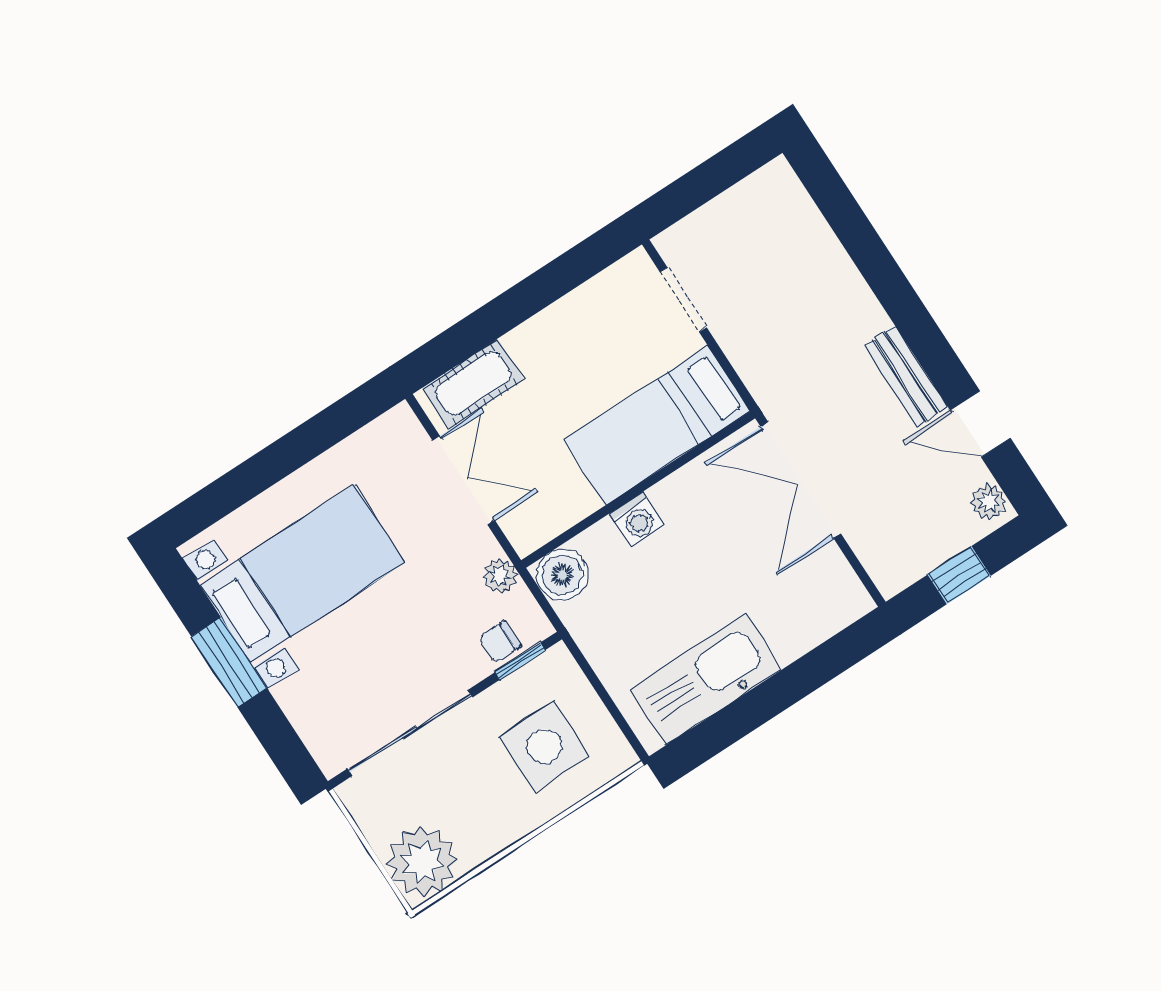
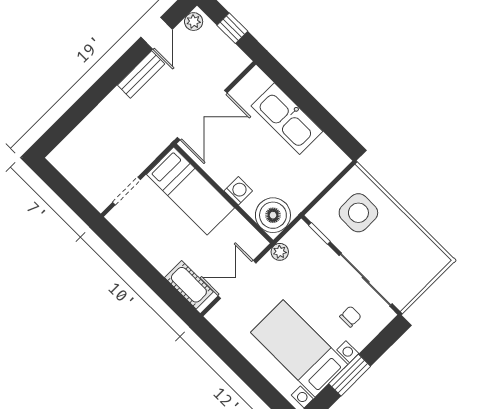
boiler: (562, 575) -> (273, 215), width x1.37, depth x1.37
chair: (500, 642) -> (350, 317), moved, turned -90
kitchen sink: (706, 679) -> (287, 119), moved
plant: (423, 862) -> (427, 260), removed

